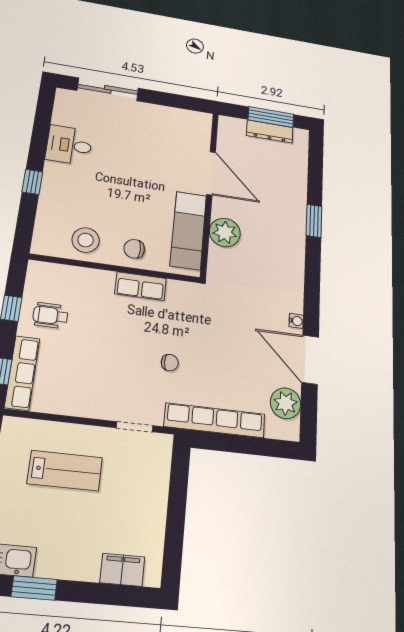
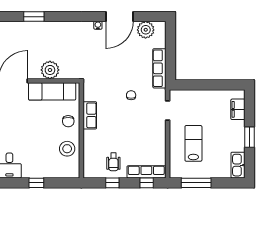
row of seats: (215, 420) -> (159, 68), width x0.73
window: (34, 588) -> (250, 137), moved

